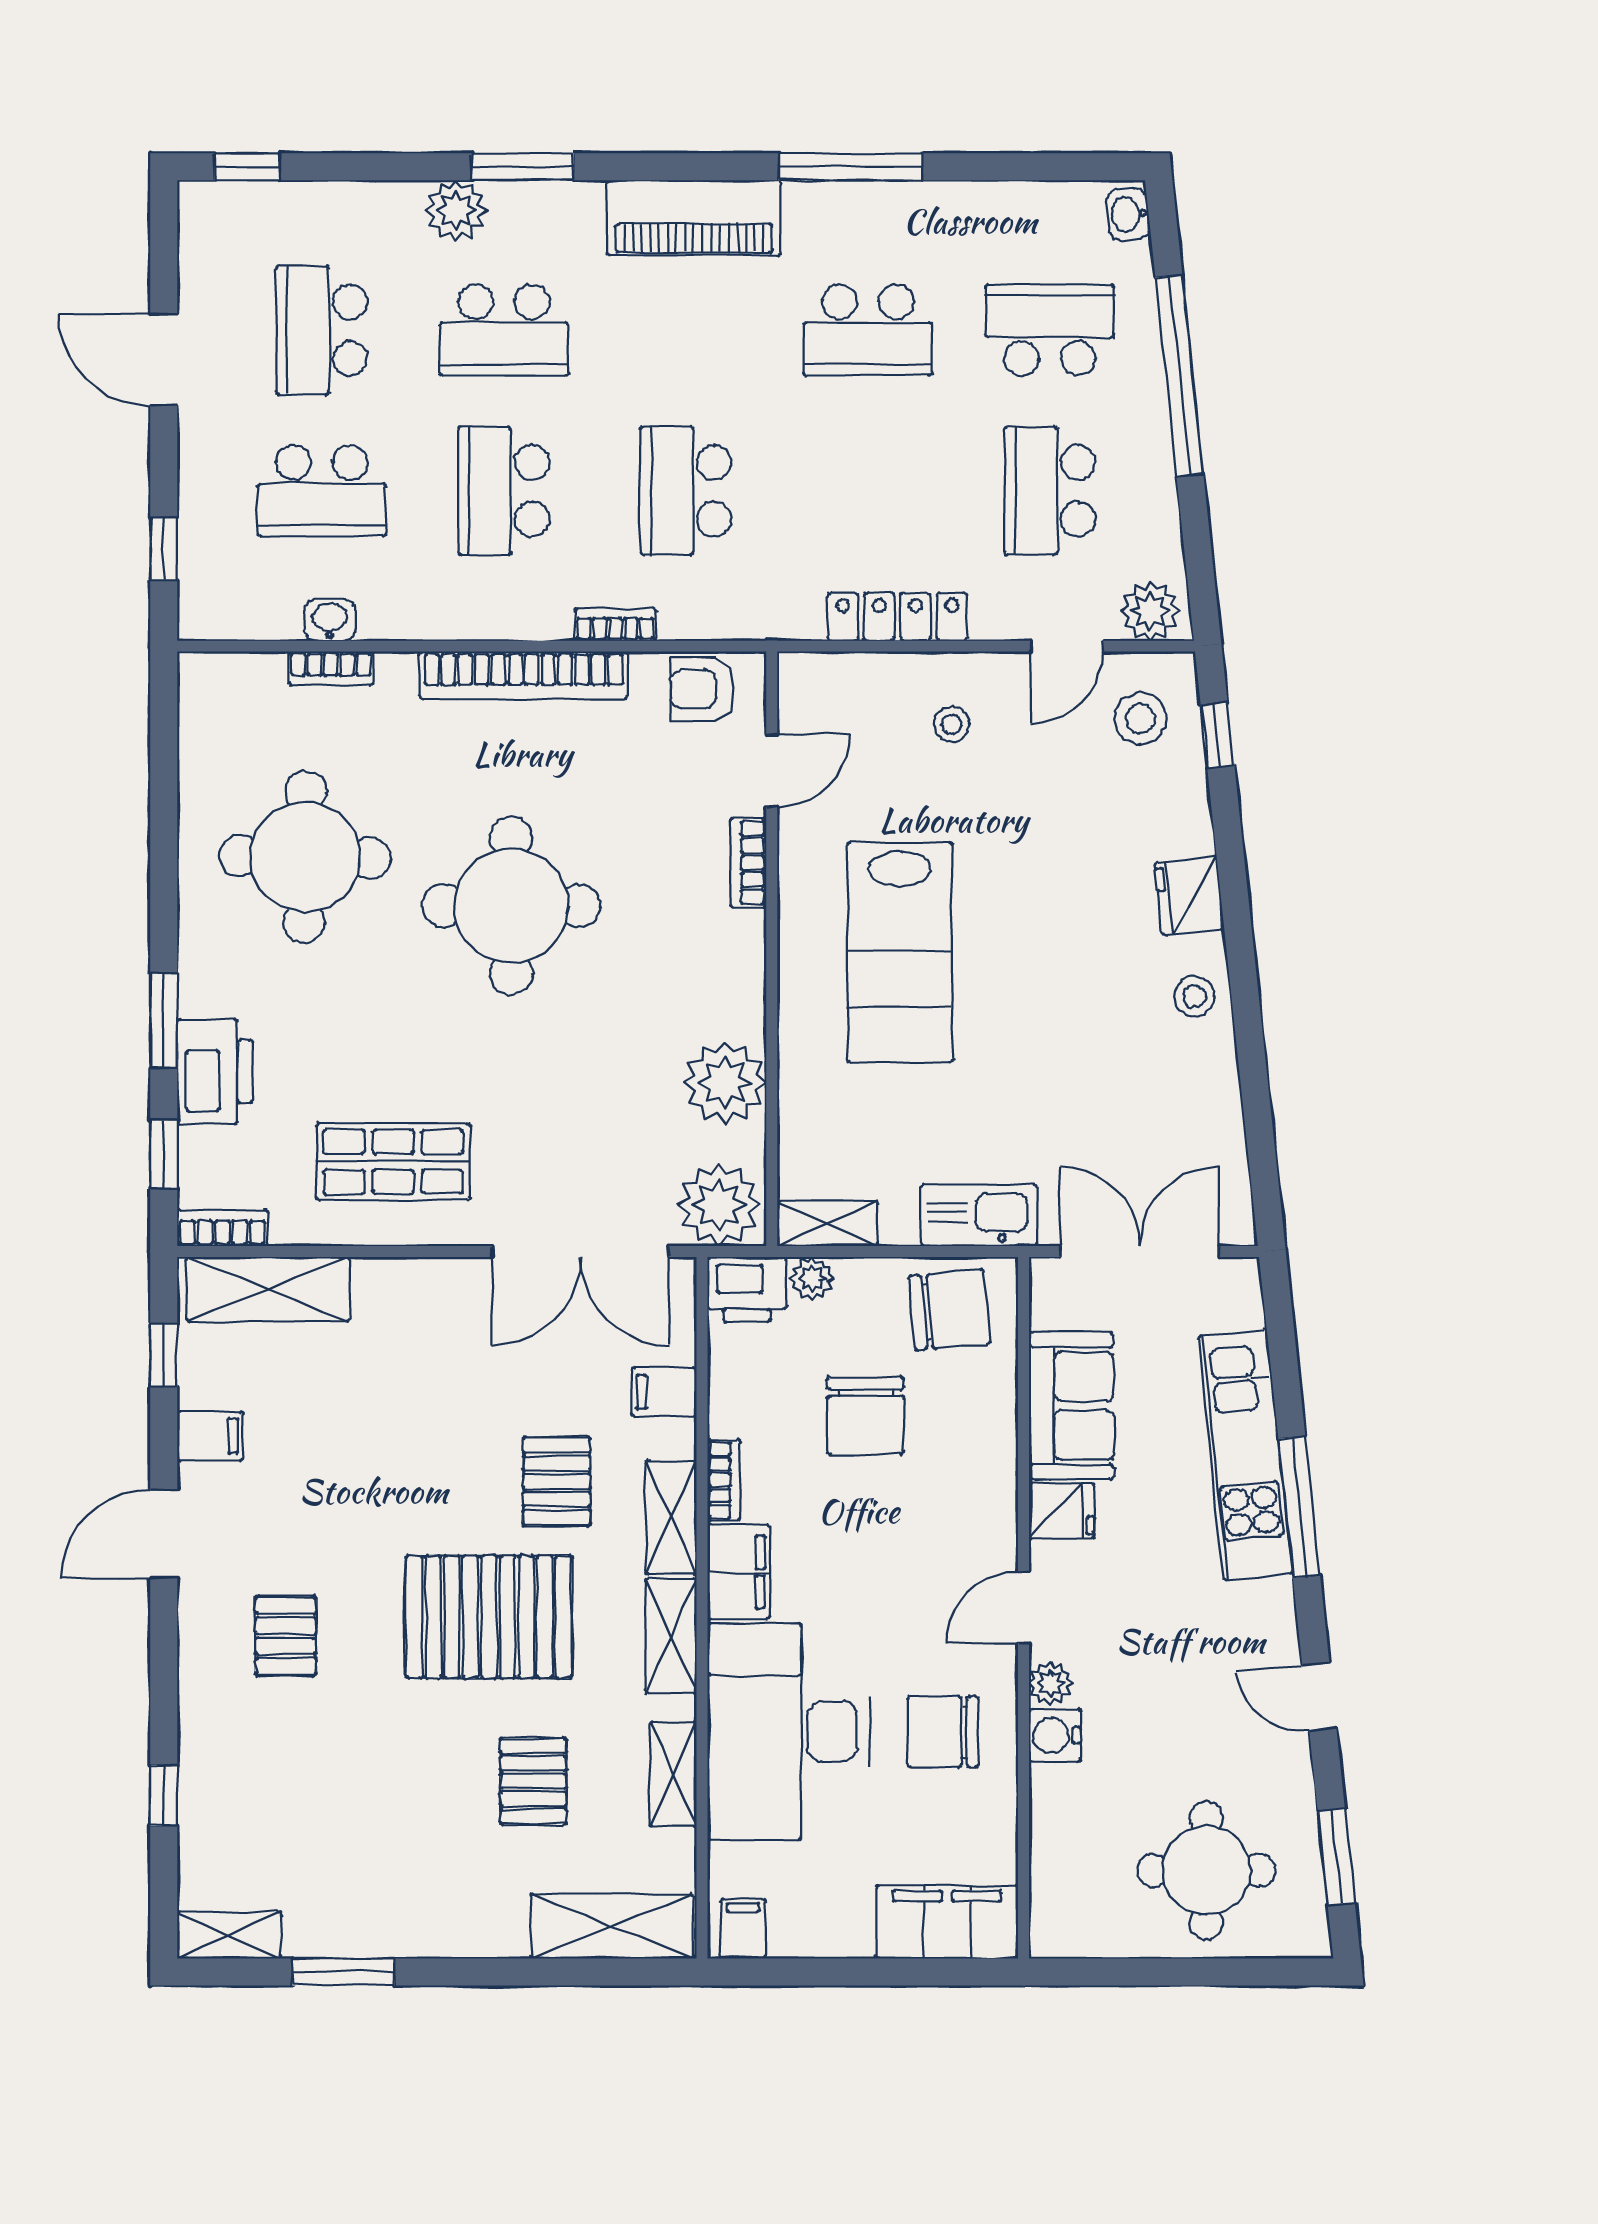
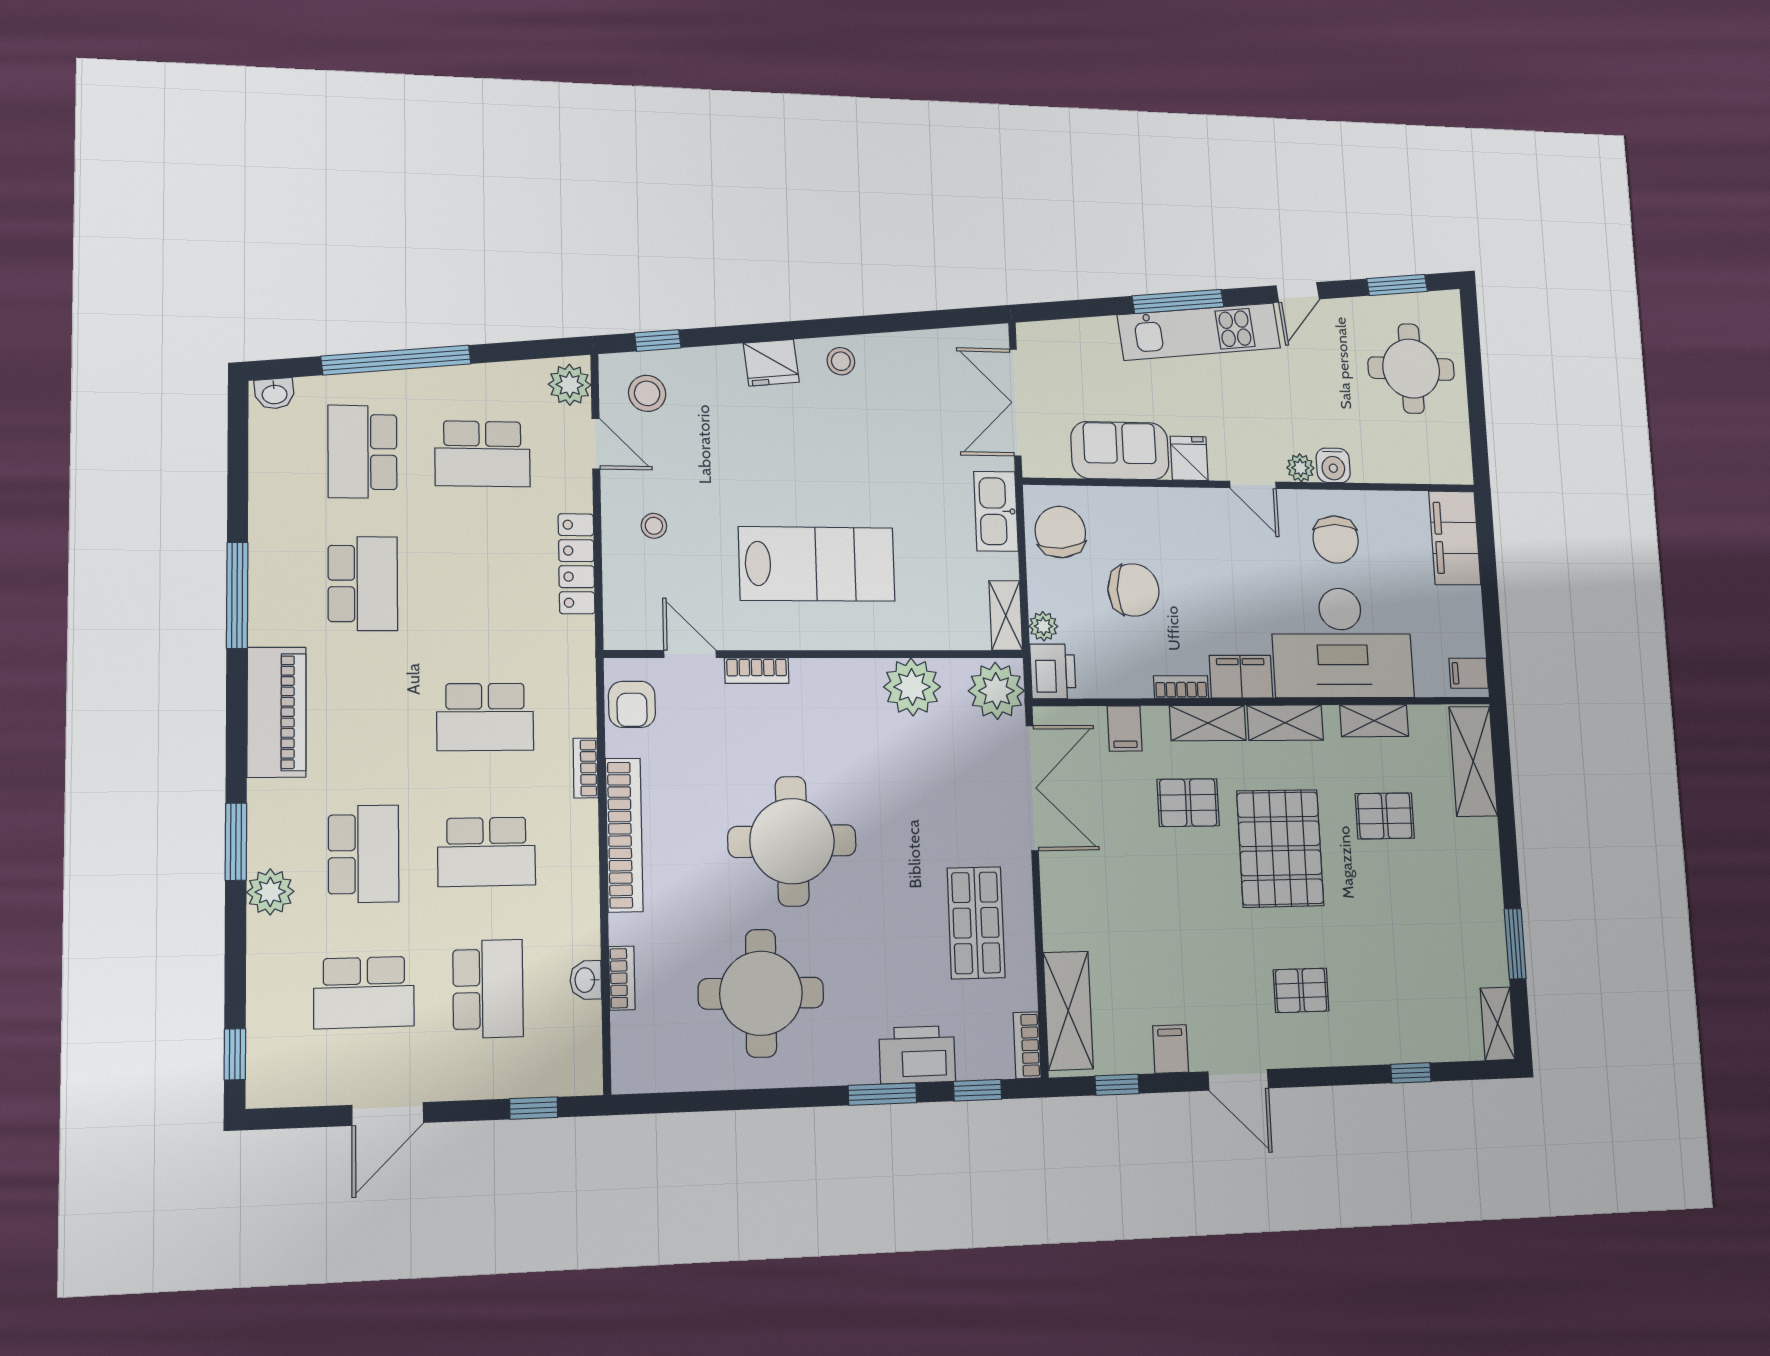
kitchen unit: (1245, 1455) -> (1199, 332), moved

